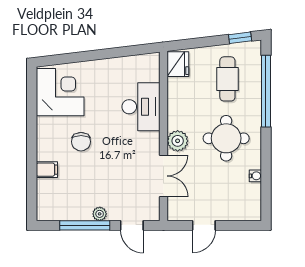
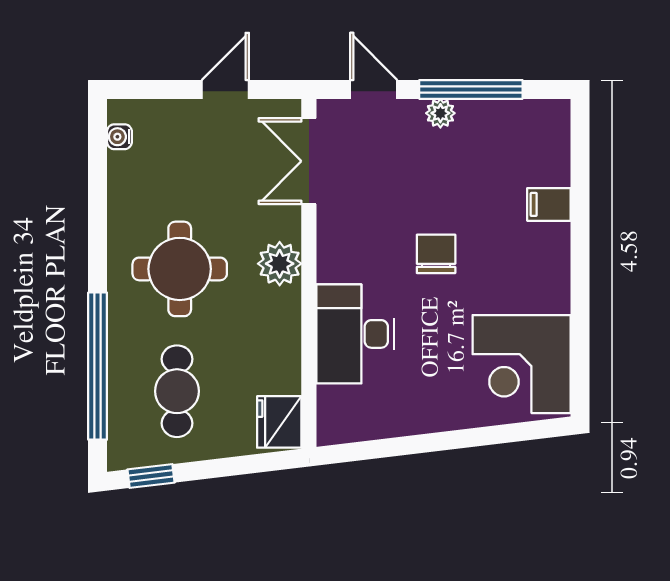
chair: (81, 142) -> (436, 254), moved
double door: (163, 176) -> (309, 161), moved
water cooler: (255, 176) -> (119, 137), moved

